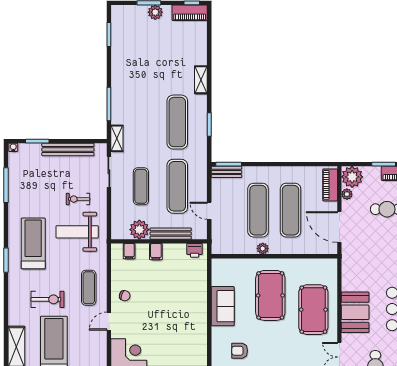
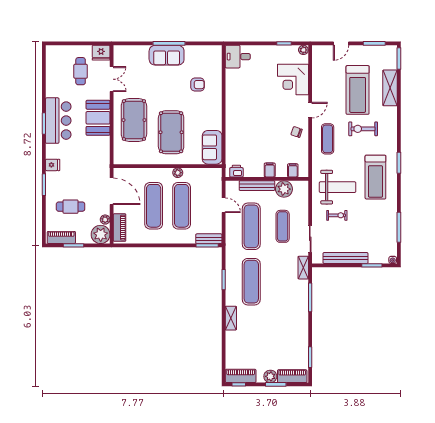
piano: (130, 12) -> (292, 376), added
sofa: (223, 306) -> (212, 147), moved

